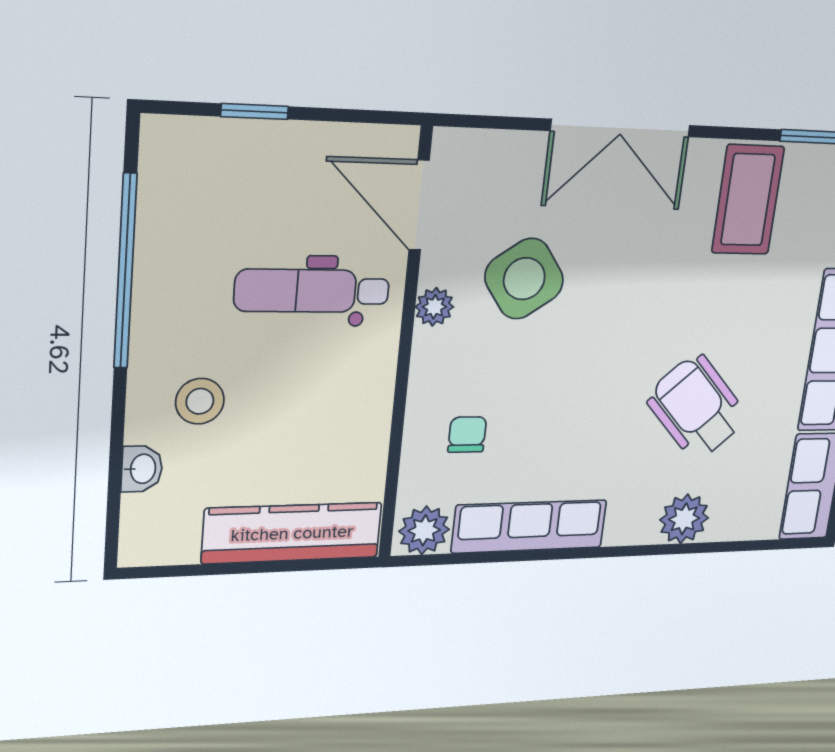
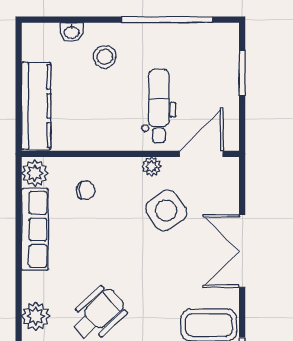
window: (255, 111) -> (242, 73), width x1.50

